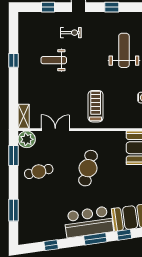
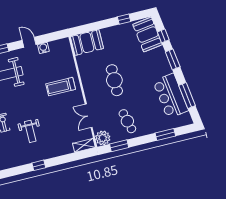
cafe table: (88, 168) -> (114, 80), turned 76
bar counter: (89, 222) -> (171, 96), moved
window: (51, 245) -> (187, 96), width x2.17

